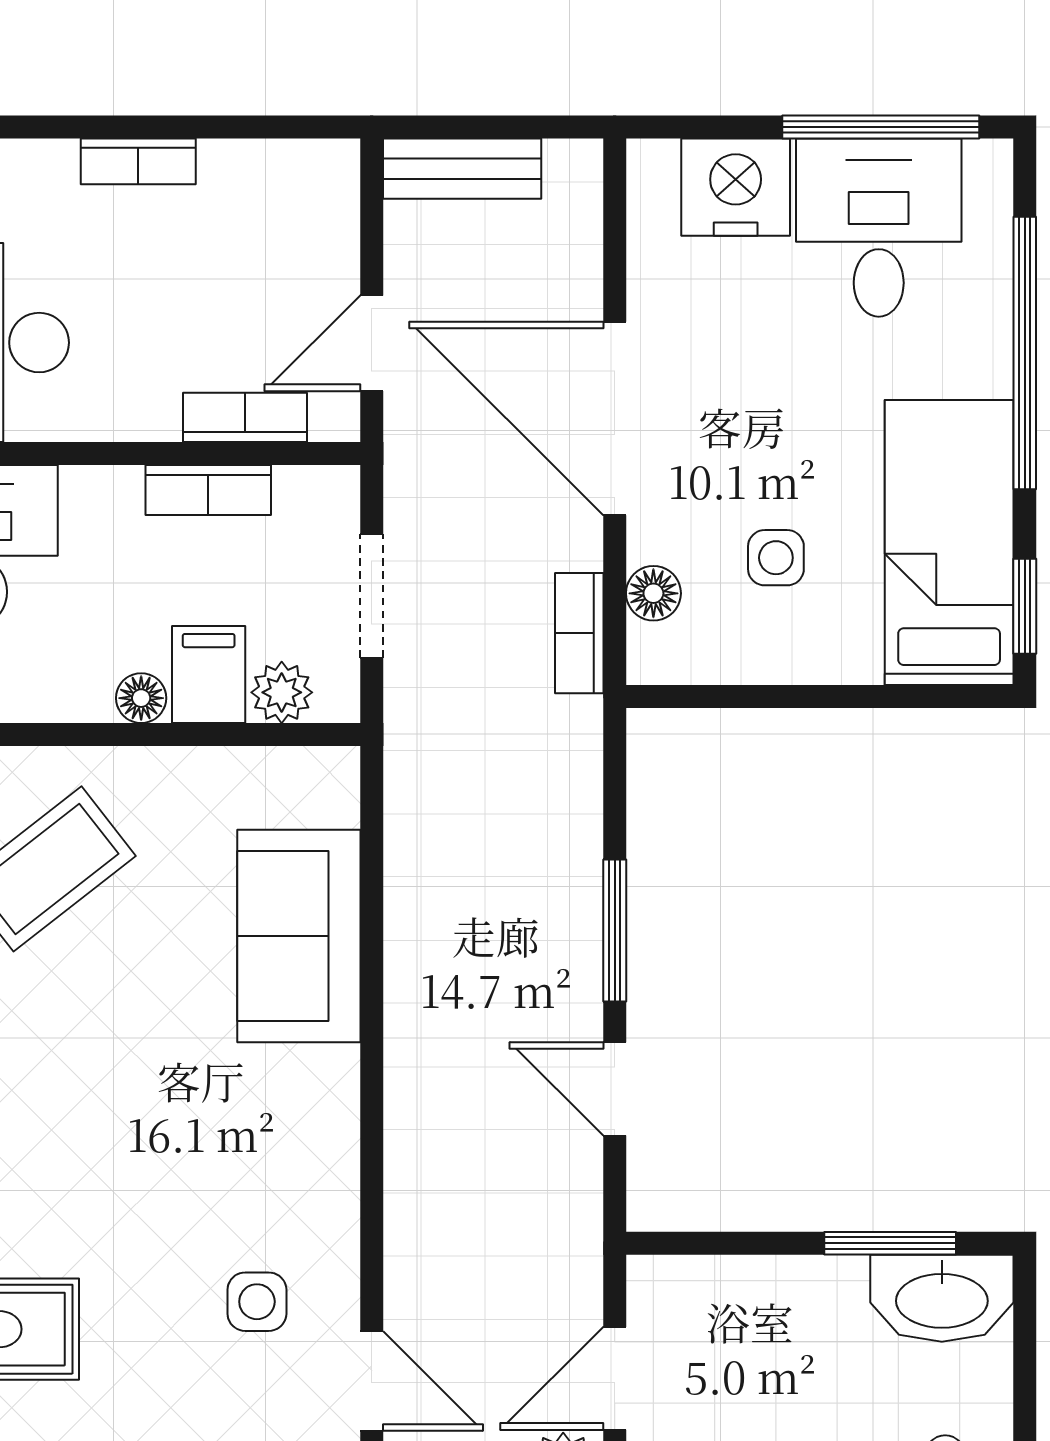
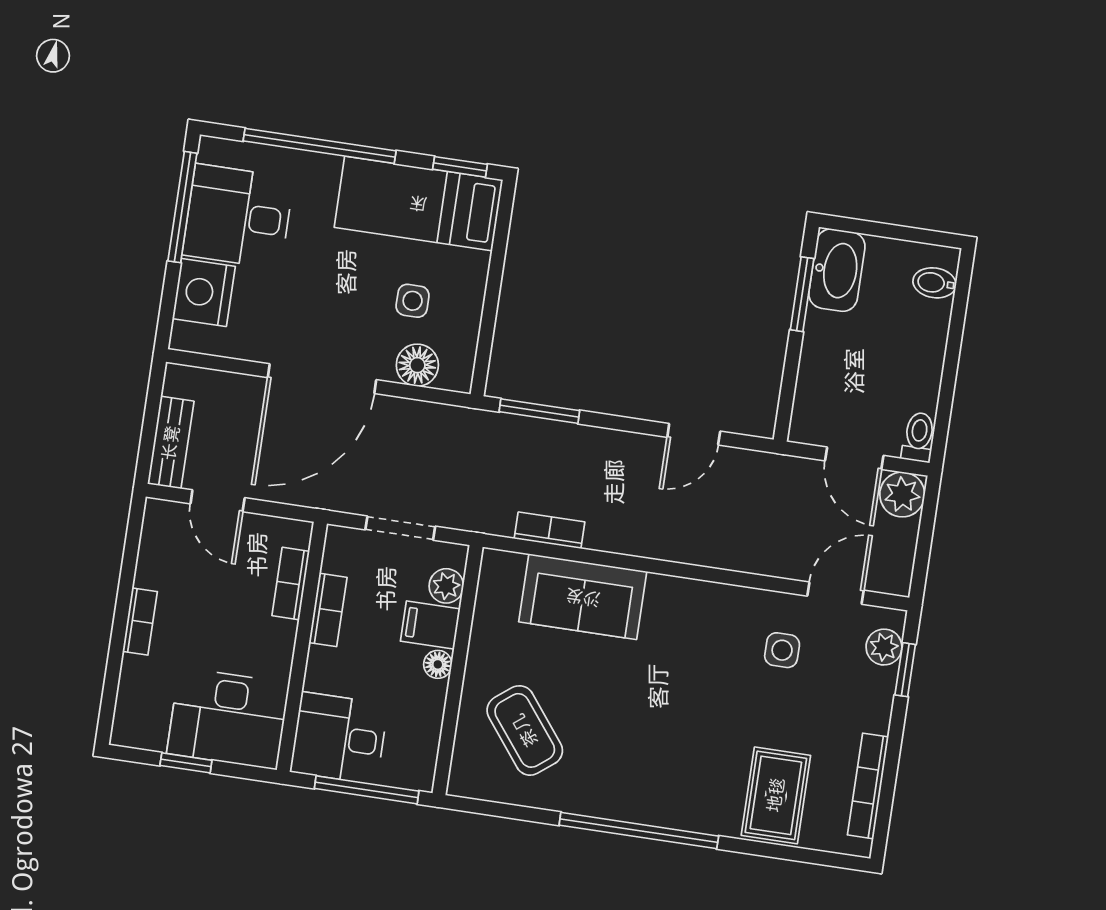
door: (372, 343) -> (218, 501), moved
floor lamp: (653, 593) -> (417, 365), width x1.37, depth x1.37
bookcase: (579, 633) -> (550, 530), moved, turned 180
window: (615, 930) -> (539, 411), moved

